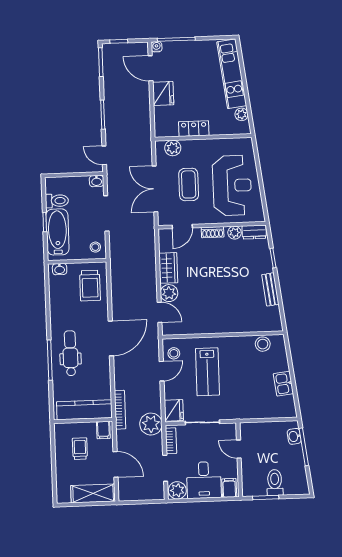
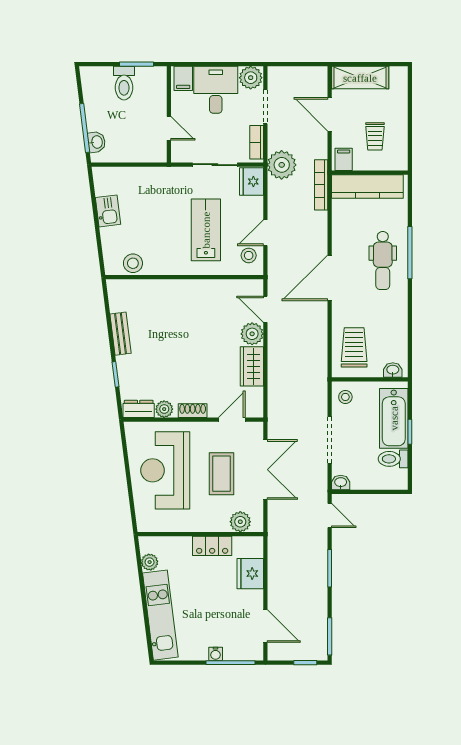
water cooler: (157, 47) -> (216, 654), moved
fridge: (163, 93) -> (250, 574), moved

